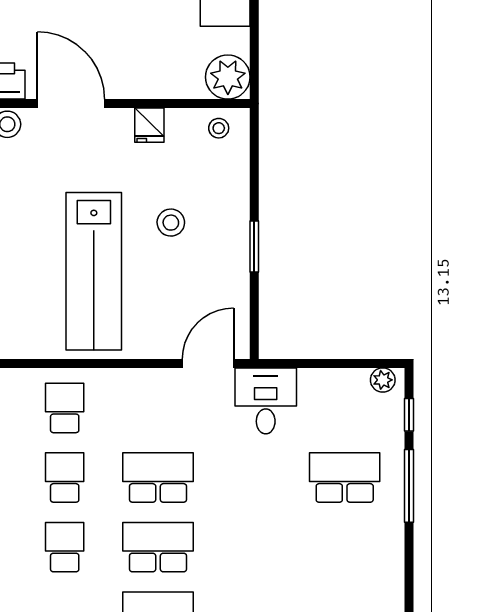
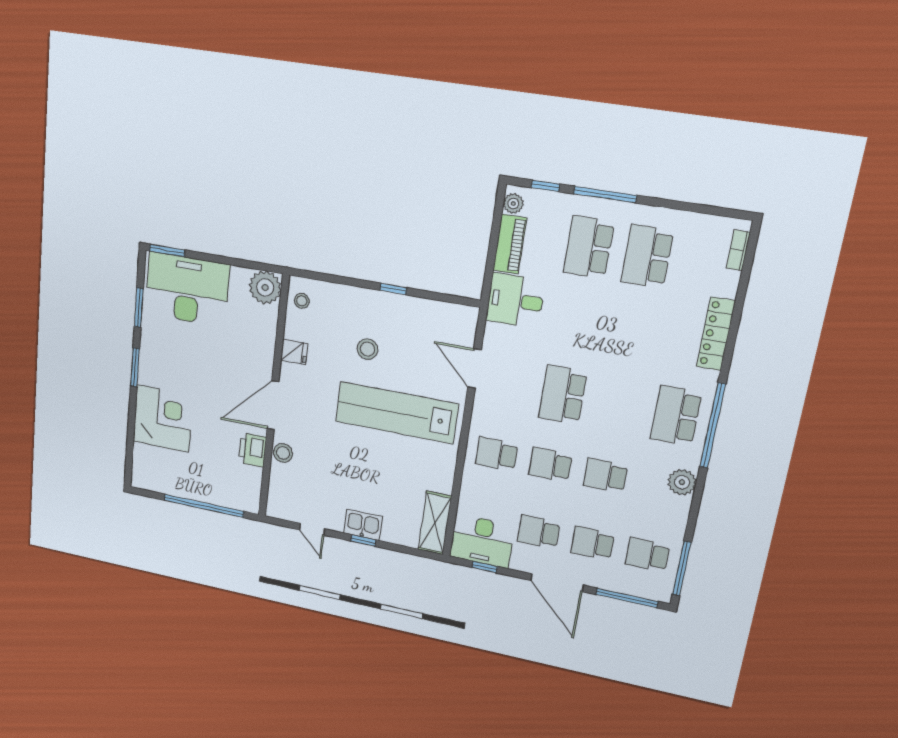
window: (254, 246) -> (393, 289), width x0.67
lab bench: (94, 271) -> (396, 413), turned 180
door: (208, 363) -> (474, 369), moved
piano: (333, 383) -> (510, 244), added
school desk: (158, 547) -> (647, 256), moved

